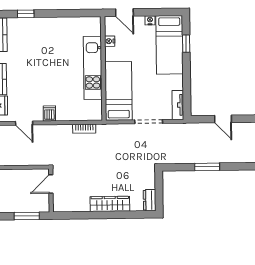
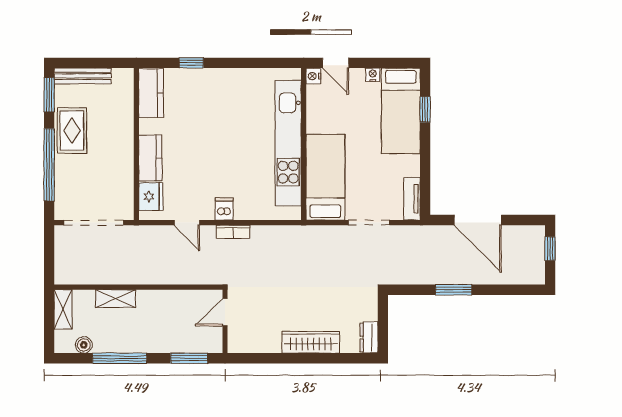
nightstand: (110, 41) -> (313, 76), moved
kitchen unit: (93, 68) -> (288, 143), width x1.36
door: (223, 119) -> (478, 220), width x1.88
bookcase: (84, 129) -> (233, 232), moved

